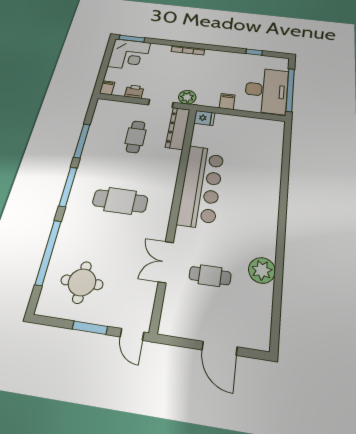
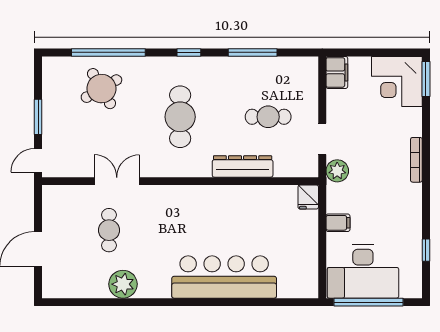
filing cabinet: (107, 88) -> (337, 72), width x2.00
printer: (134, 92) -> (336, 101), removed
dresser: (178, 128) -> (243, 166), moved
bar counter: (201, 186) -> (224, 277), moved, turned 180
window: (68, 187) -> (189, 52), width x0.46
round table: (82, 282) -> (101, 89), moved, turned -30

